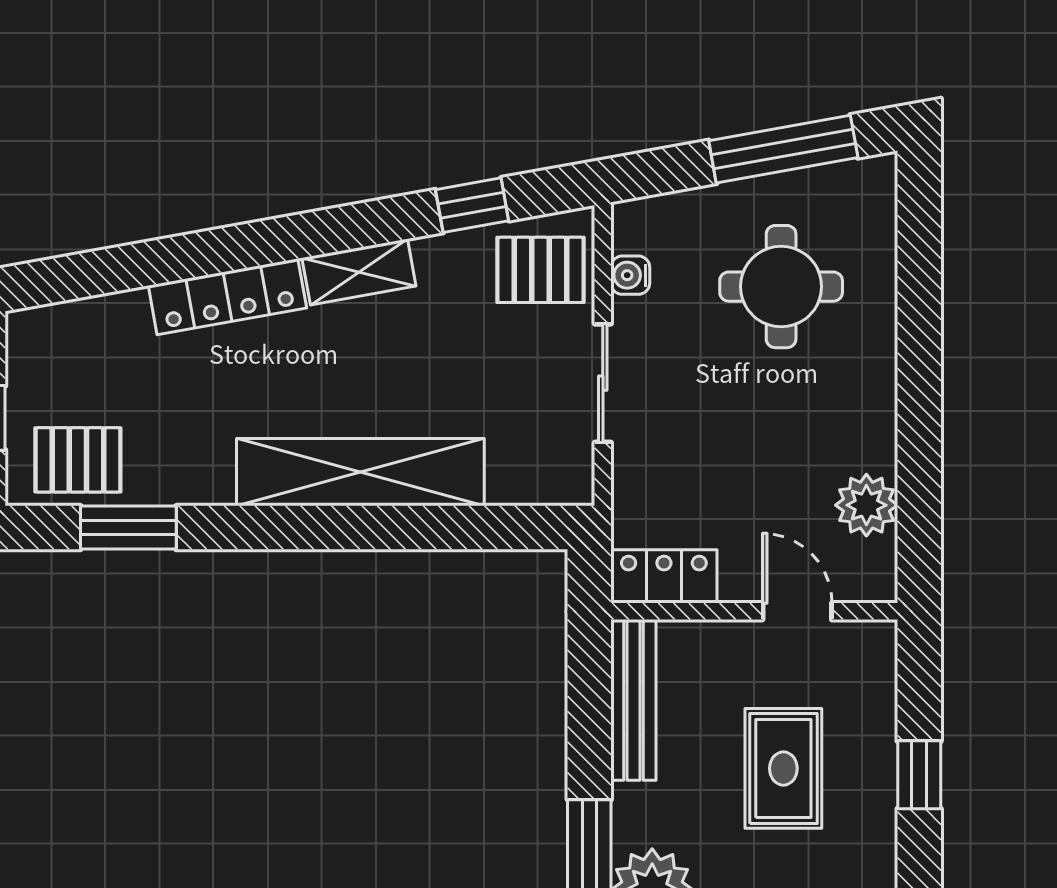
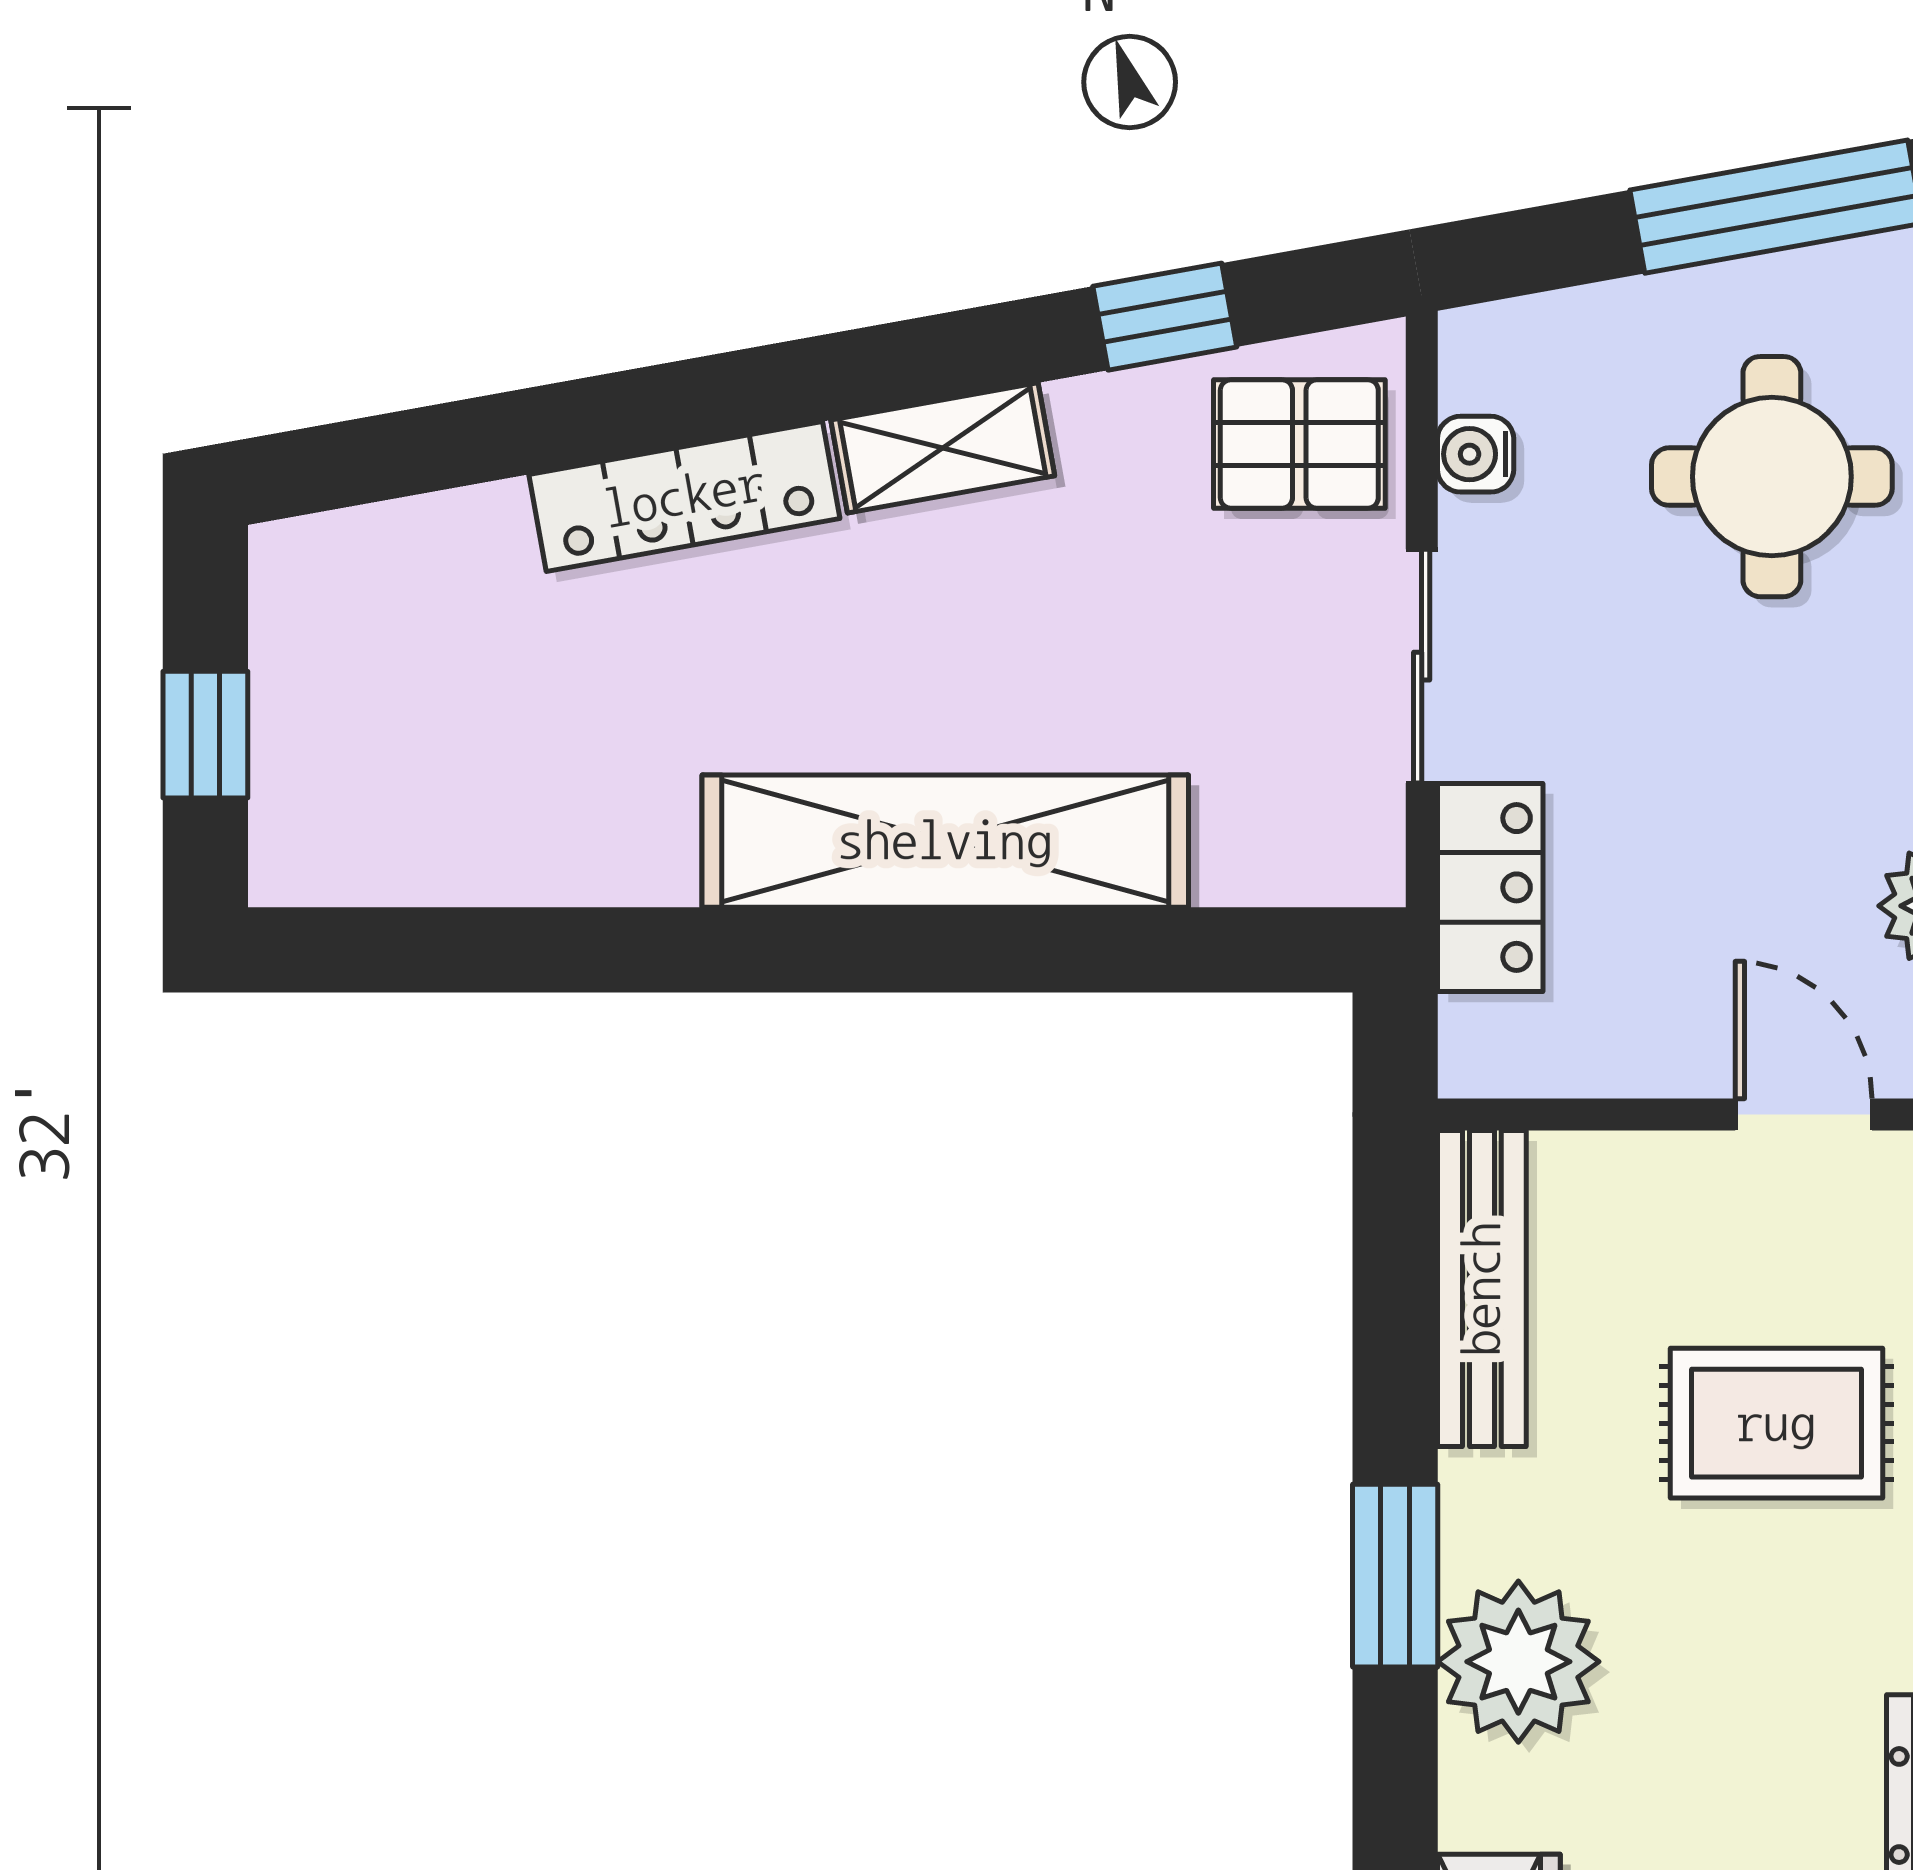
pallet: (78, 460) -> (391, 817), removed
window: (128, 528) -> (490, 950), removed
locker: (664, 576) -> (1490, 887), moved, turned 90
rug: (783, 768) -> (1776, 1423), turned 90

